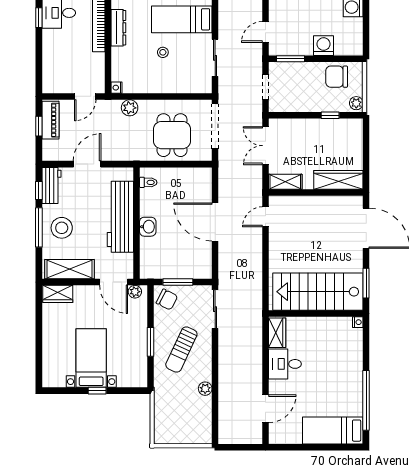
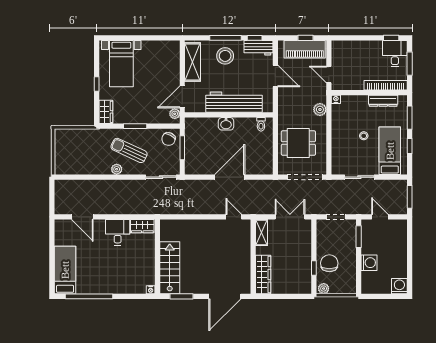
chair: (337, 77) -> (329, 263), moved
piano: (50, 120) -> (305, 49), width x1.37, depth x1.33
stairs: (318, 292) -> (170, 268), width x0.73, depth x0.66
wardrobe: (58, 294) -> (106, 112), moved, turned 180
bed with nightstands: (91, 358) -> (121, 64), moved, turned 90
plant: (205, 389) -> (117, 169), moved

